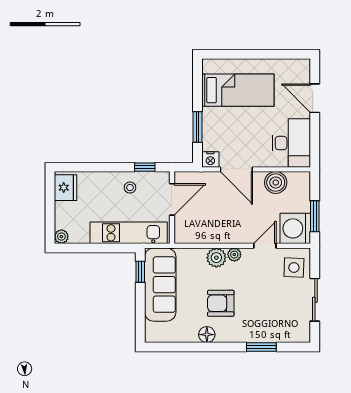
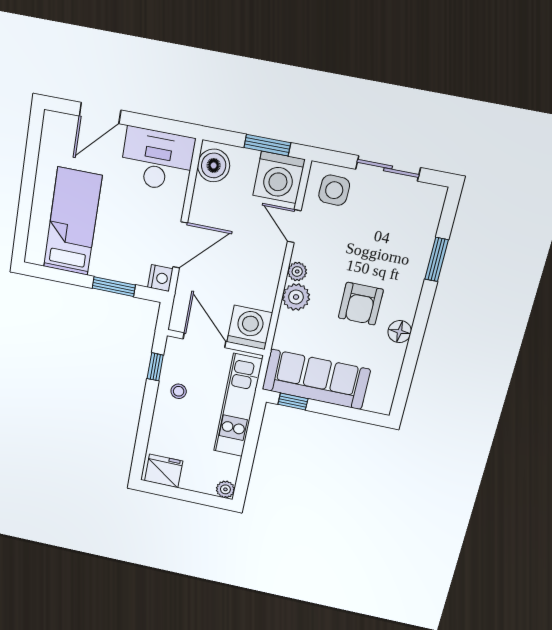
boiler: (276, 183) -> (214, 165), moved
washing machine: (188, 230) -> (250, 327), added

